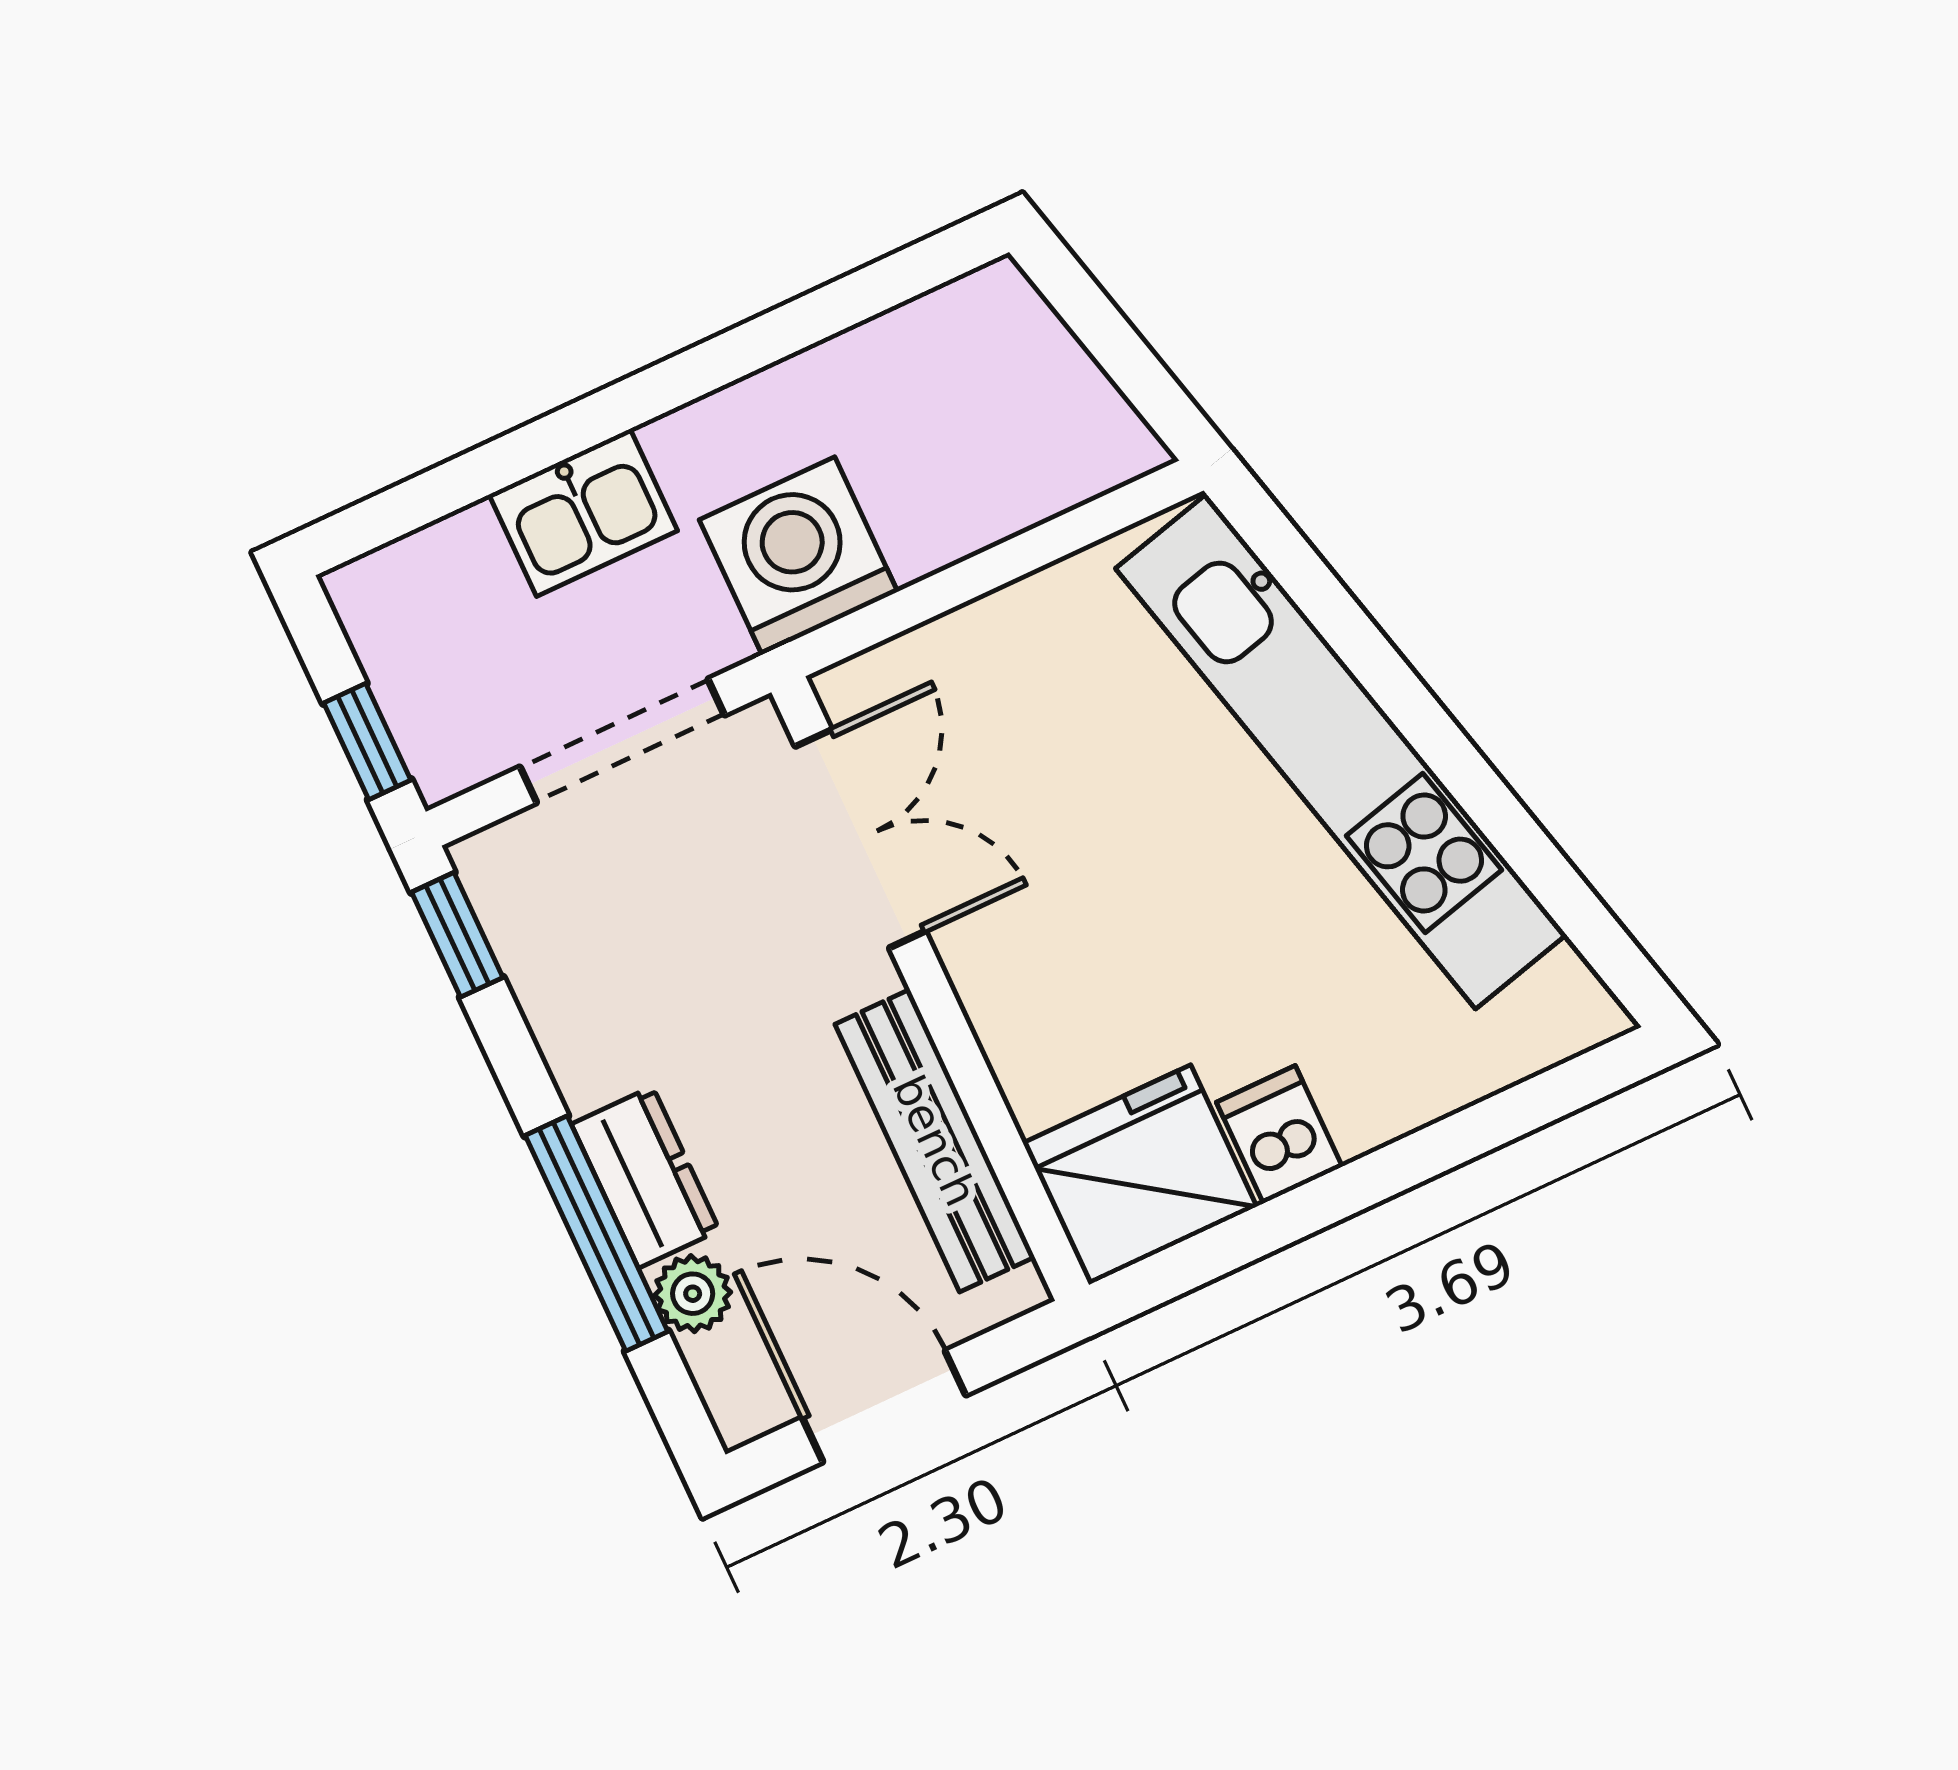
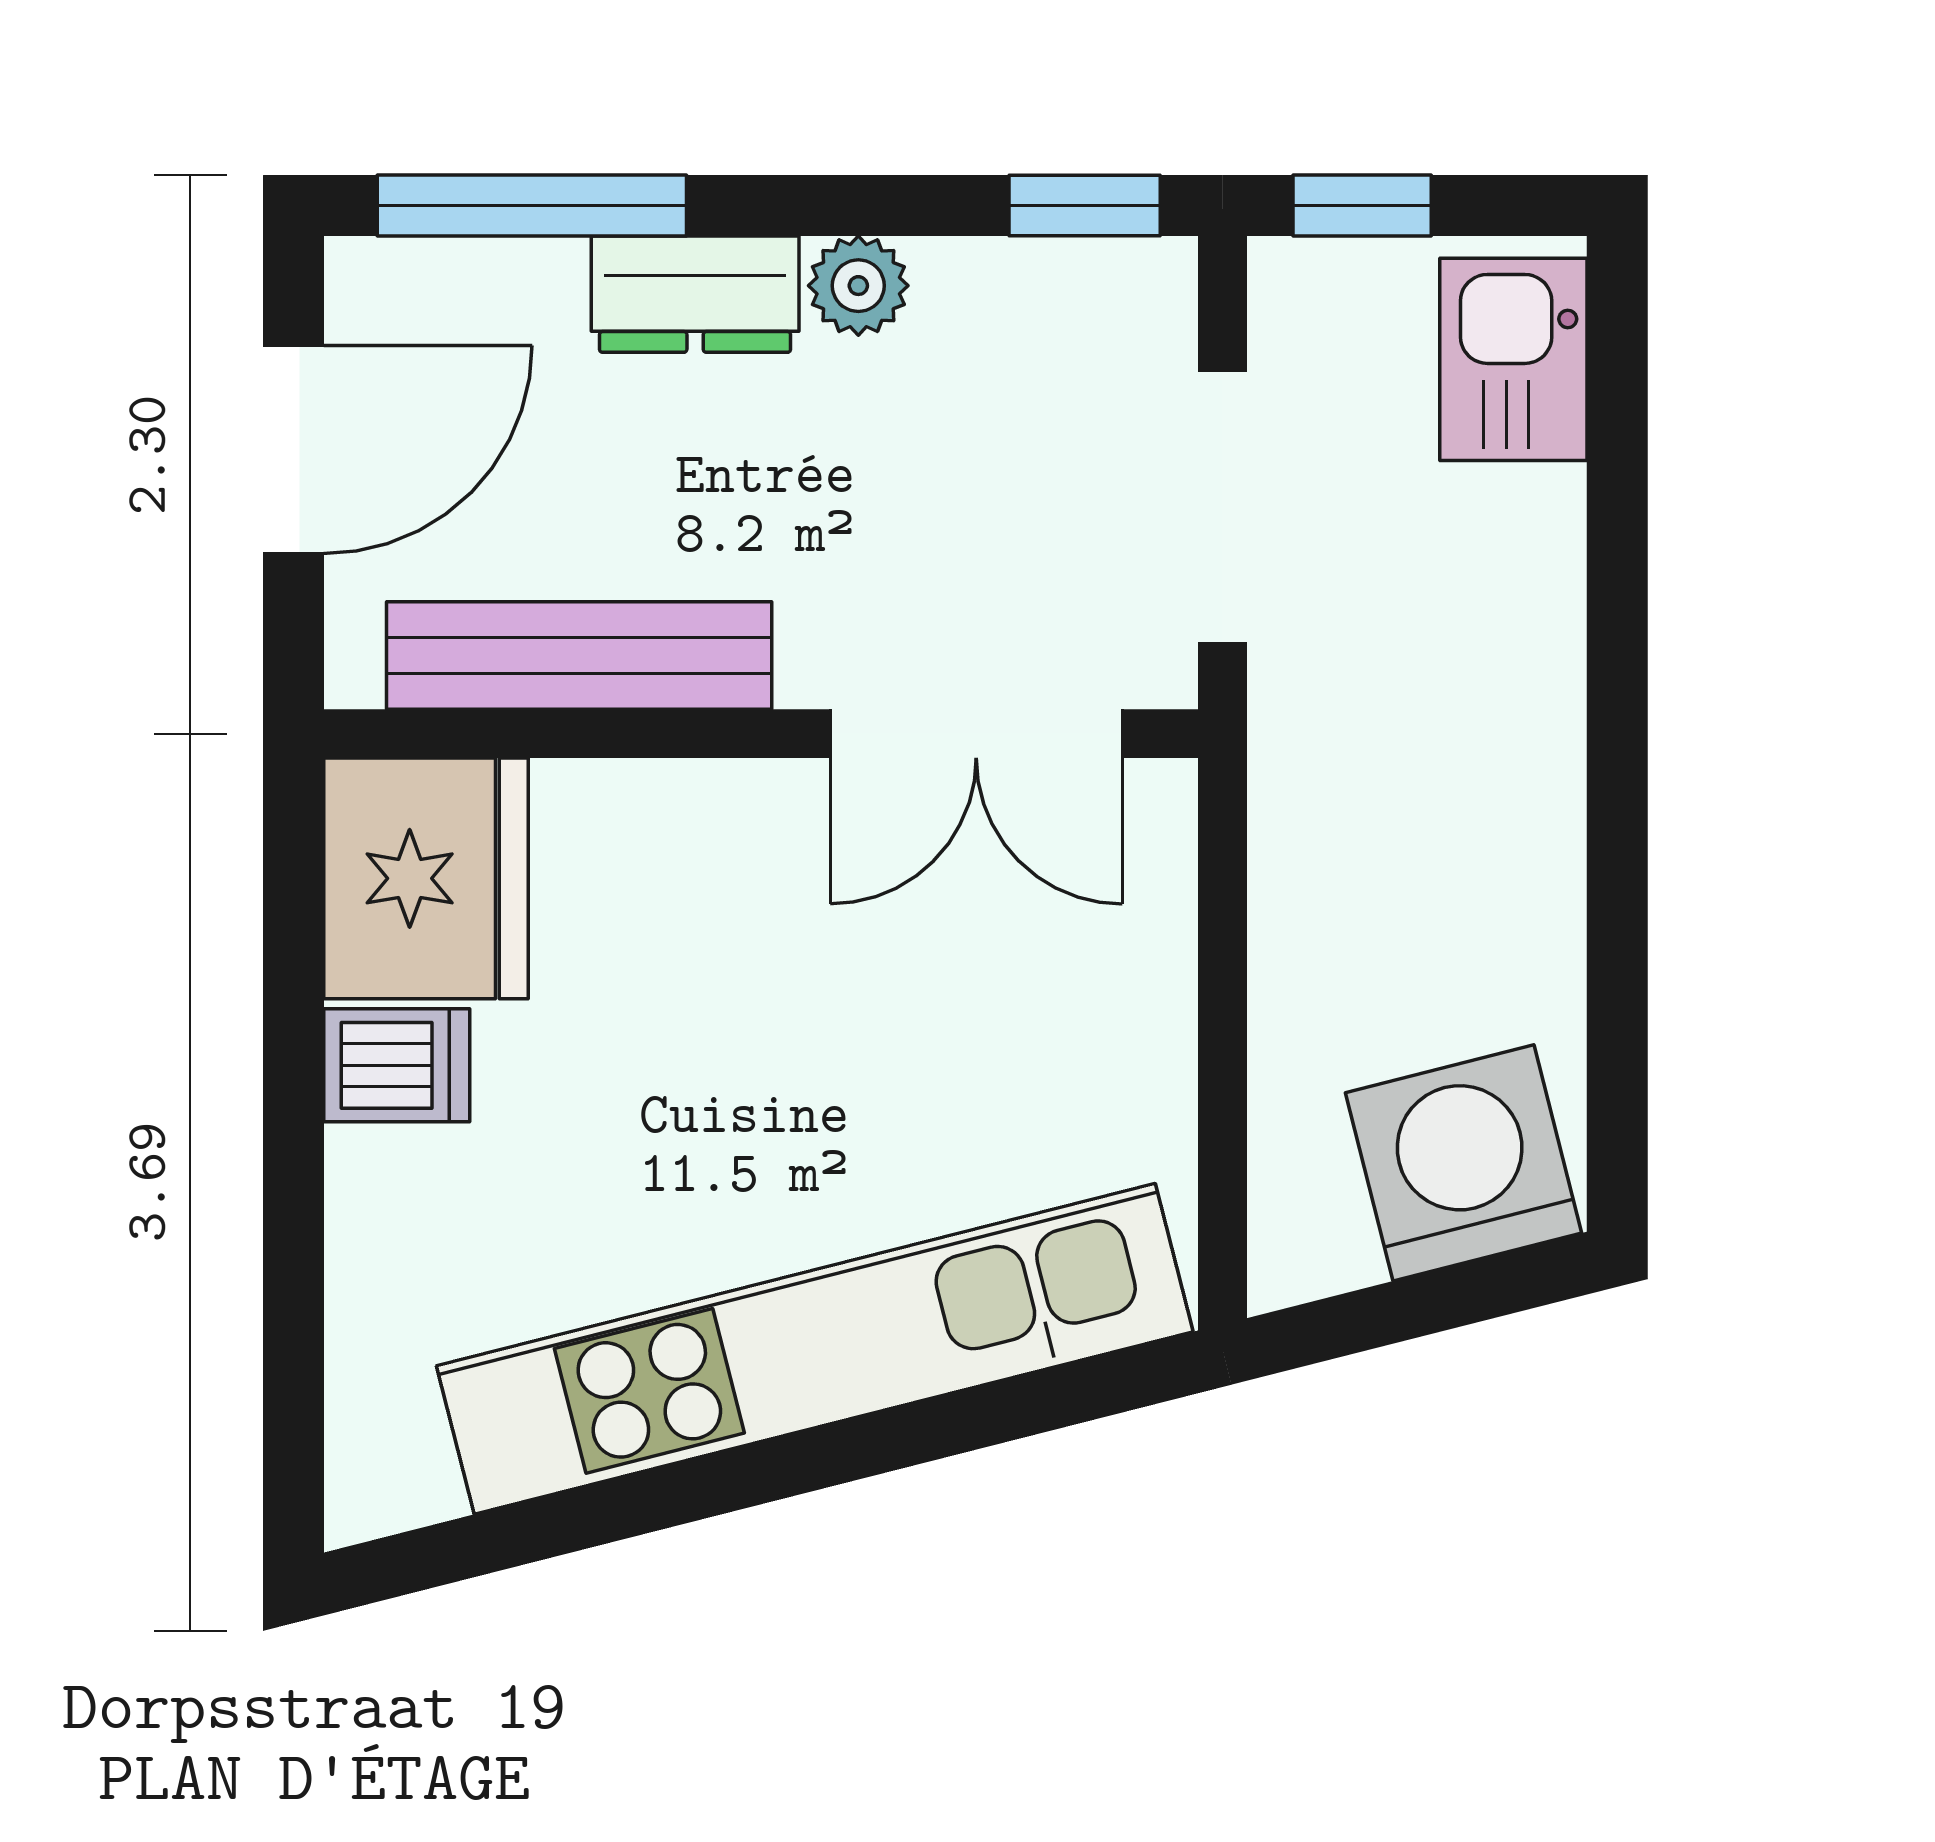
kitchen sink: (583, 513) -> (1513, 359), moved
washing machine: (798, 556) -> (1463, 1163), moved, turned -104
window: (597, 1233) -> (532, 205), moved
plant: (693, 1294) -> (858, 286), moved

